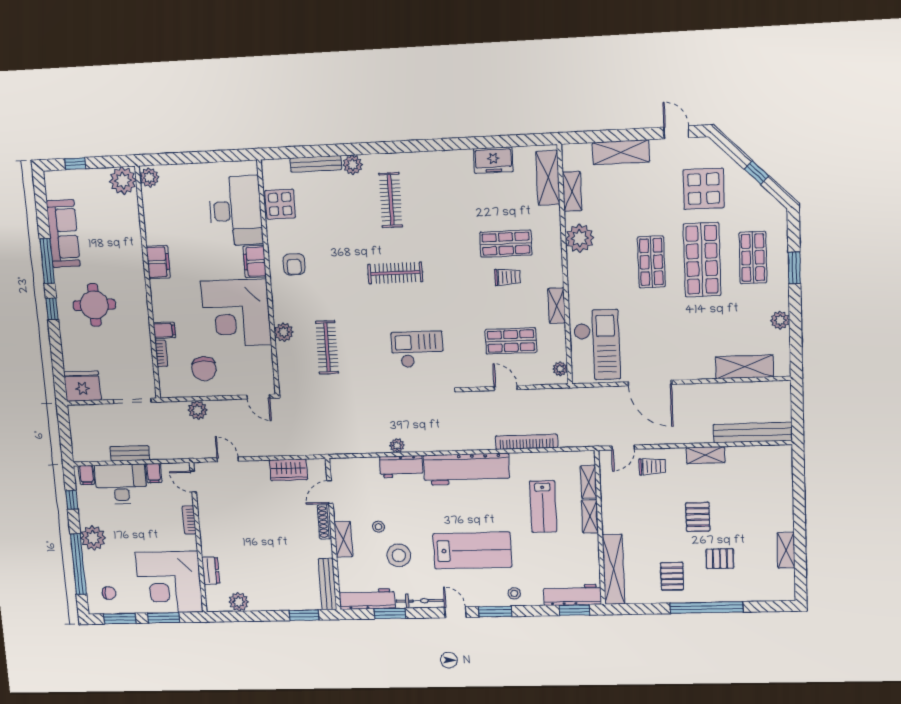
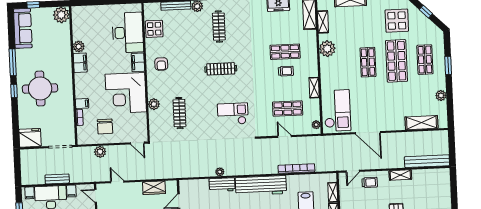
plant: (149, 177) -> (79, 47), moved
sofa: (63, 234) -> (23, 28), moved
round table: (94, 305) -> (40, 88), width x1.36, depth x1.36

